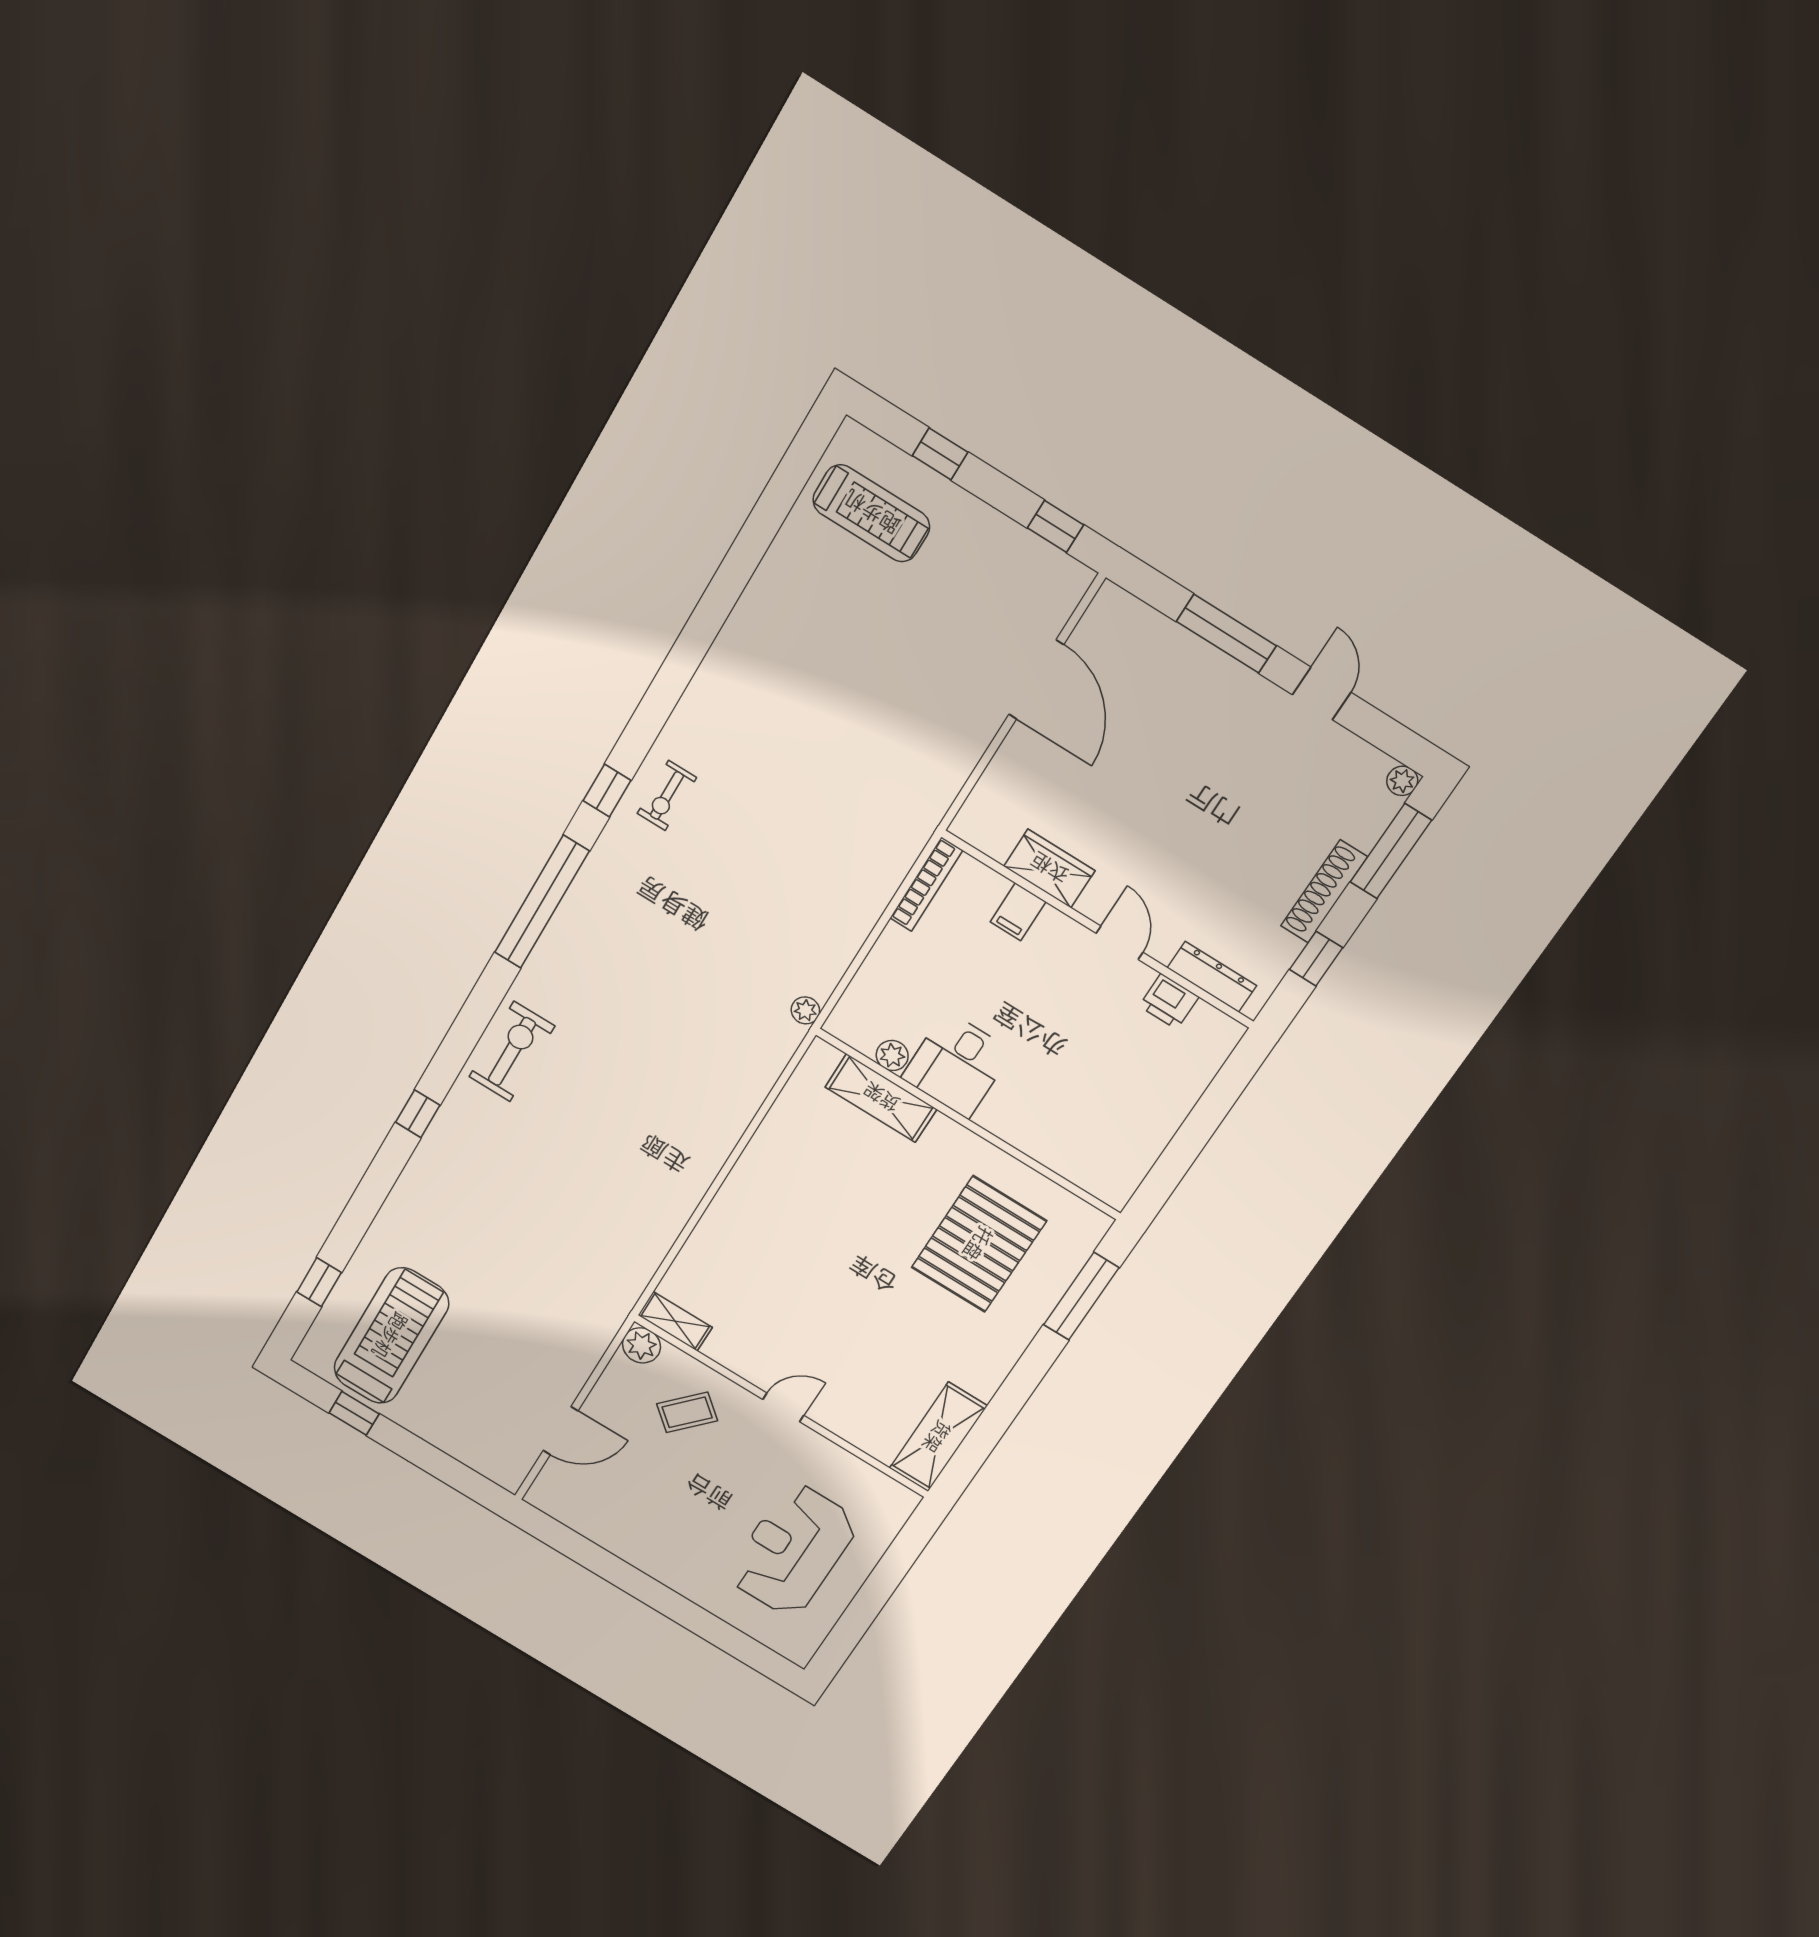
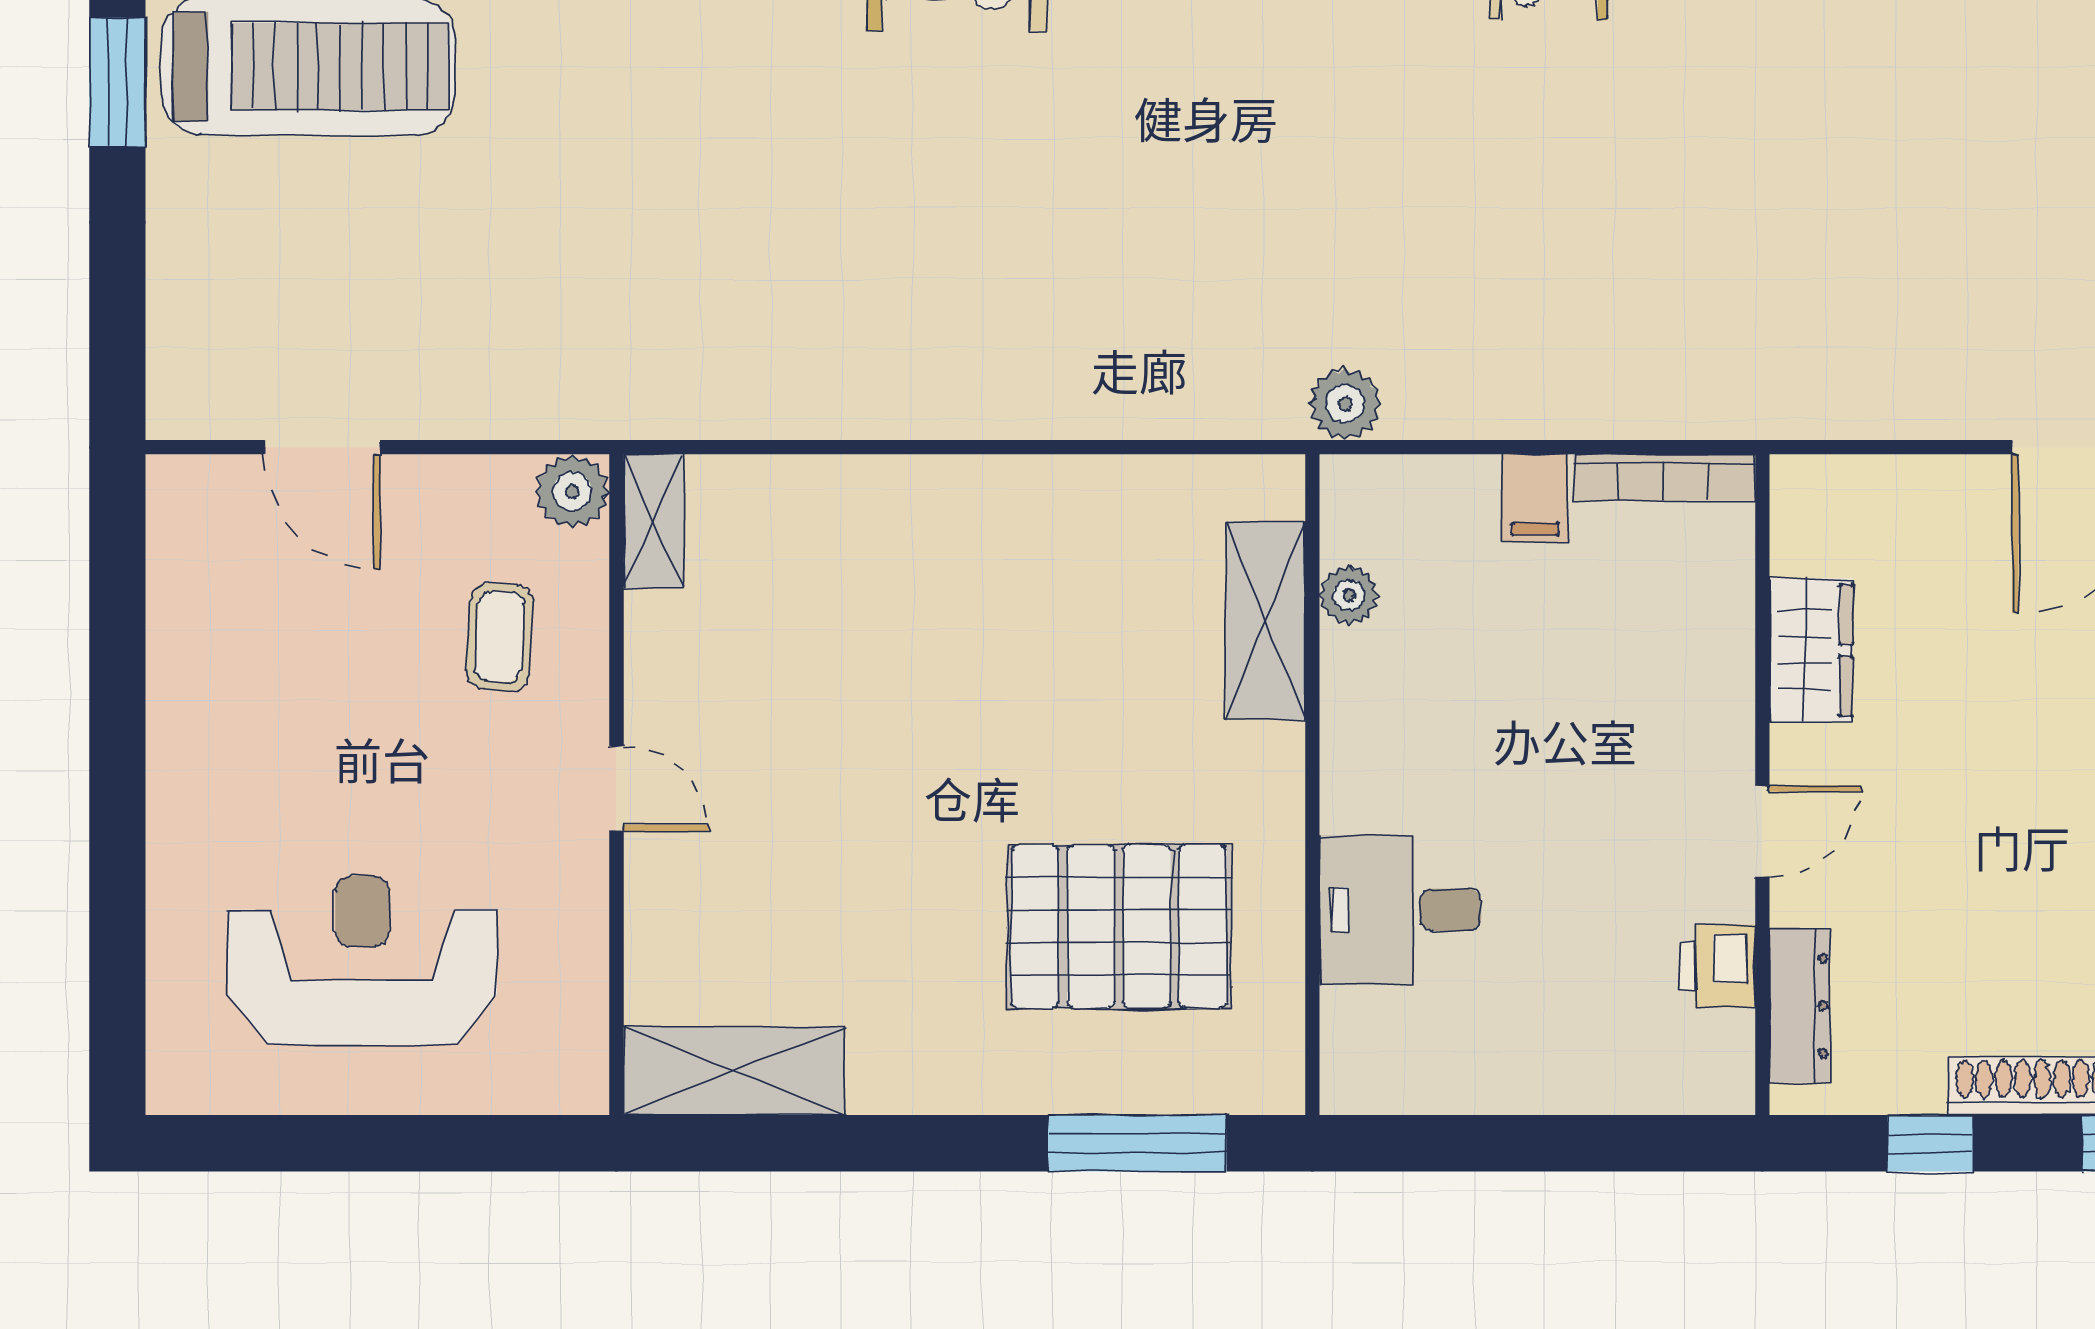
filing cabinet: (1018, 912) -> (1535, 498), moved, turned -90
plant: (805, 1010) -> (1345, 404), width x1.38, depth x1.38
desk: (957, 1065) -> (1400, 910), moved
coffee table: (687, 1412) -> (500, 637), turned 51
window: (354, 1413) -> (117, 82), width x1.50

